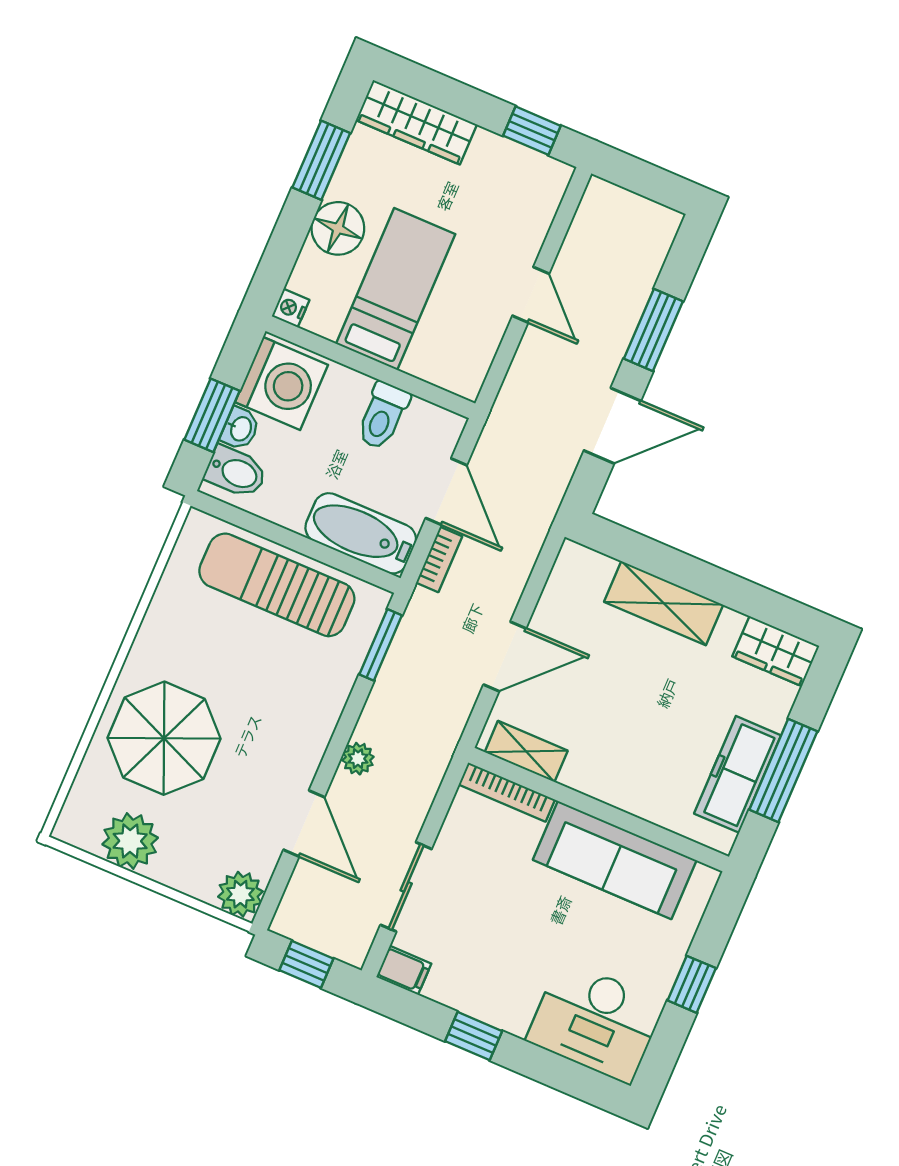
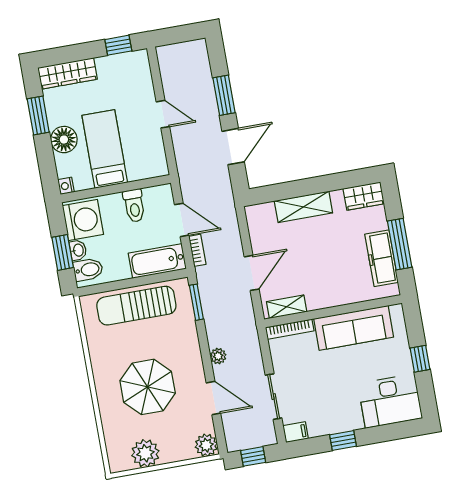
parasol: (164, 738) -> (148, 387), moved

